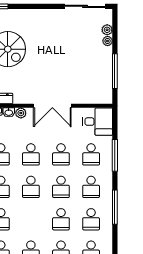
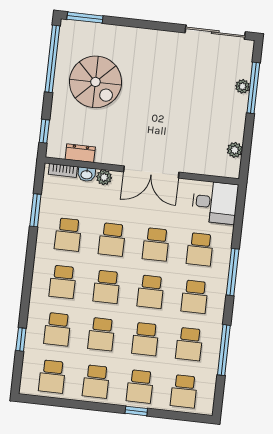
plant: (107, 30) -> (235, 150), moved
window: (115, 71) -> (253, 88), moved
window: (115, 155) -> (233, 272), moved
window: (115, 207) -> (224, 350), moved
school desk: (31, 219) -> (101, 334), added

